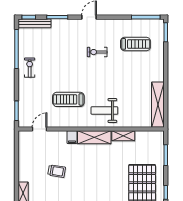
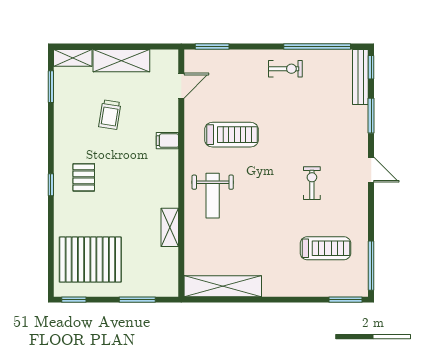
treadmill: (135, 44) -> (326, 248), turned -90
treadmill: (68, 99) -> (232, 135), turned 90
weight bench: (104, 111) -> (213, 196), turned 180
door: (40, 129) -> (181, 86), hinge flipped
shelving: (94, 137) -> (121, 61), moved, turned 90
pallet: (94, 187) -> (84, 177), added

